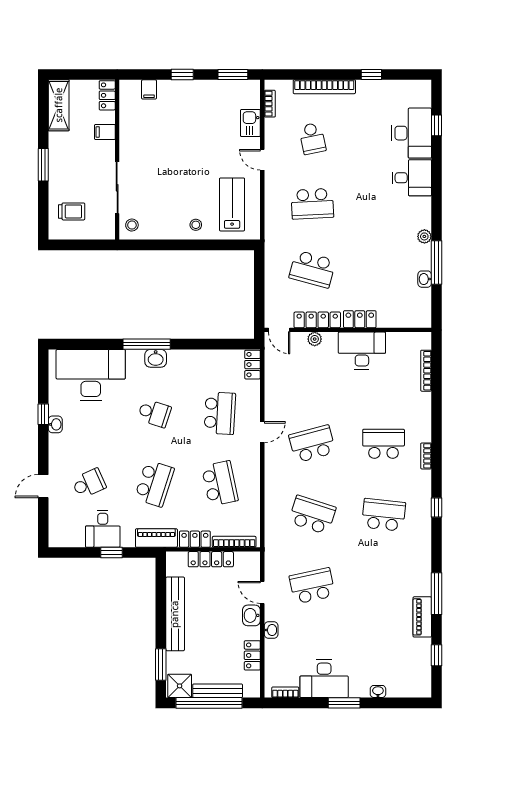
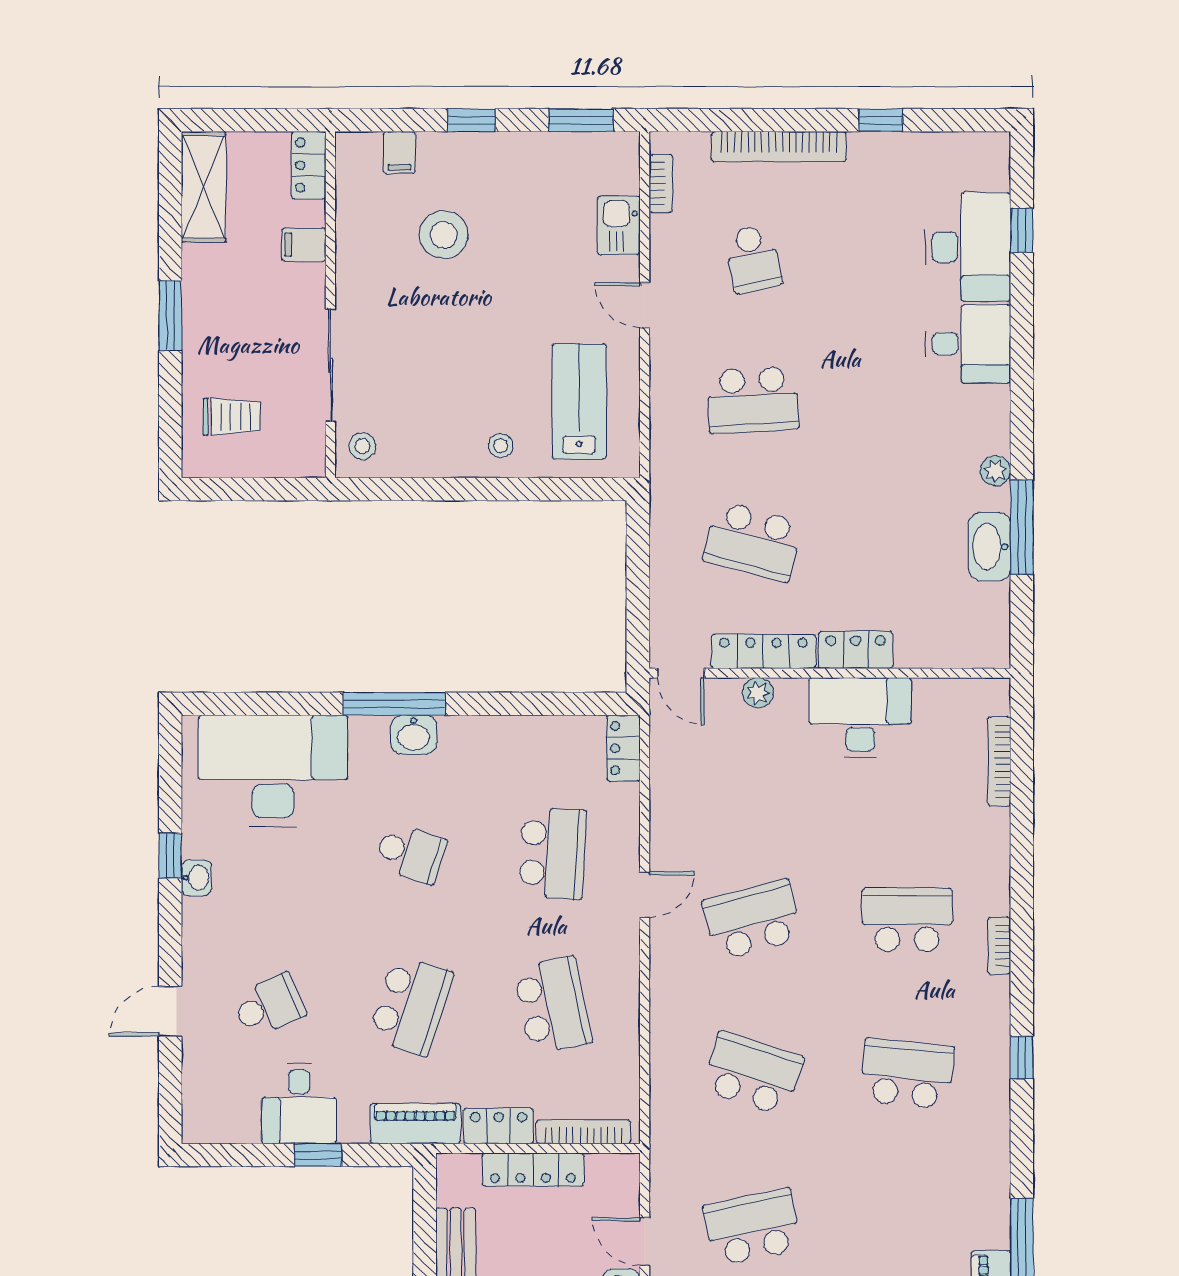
stool: (169, 127) -> (444, 235), added
washbasin: (425, 279) -> (990, 547), width x1.91, depth x1.45

